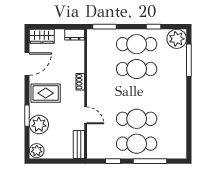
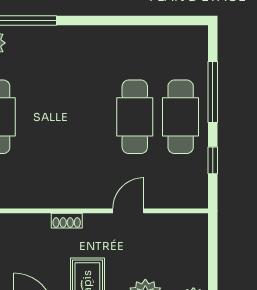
cafe table: (137, 69) -> (43, 117), removed
bench: (79, 145) -> (182, 223), removed

